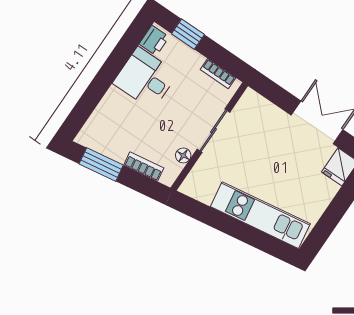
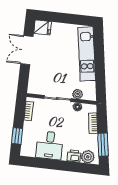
printer: (154, 40) -> (74, 156), moved
plant: (95, 130) -> (88, 157), added
plant: (204, 166) -> (78, 94), added

